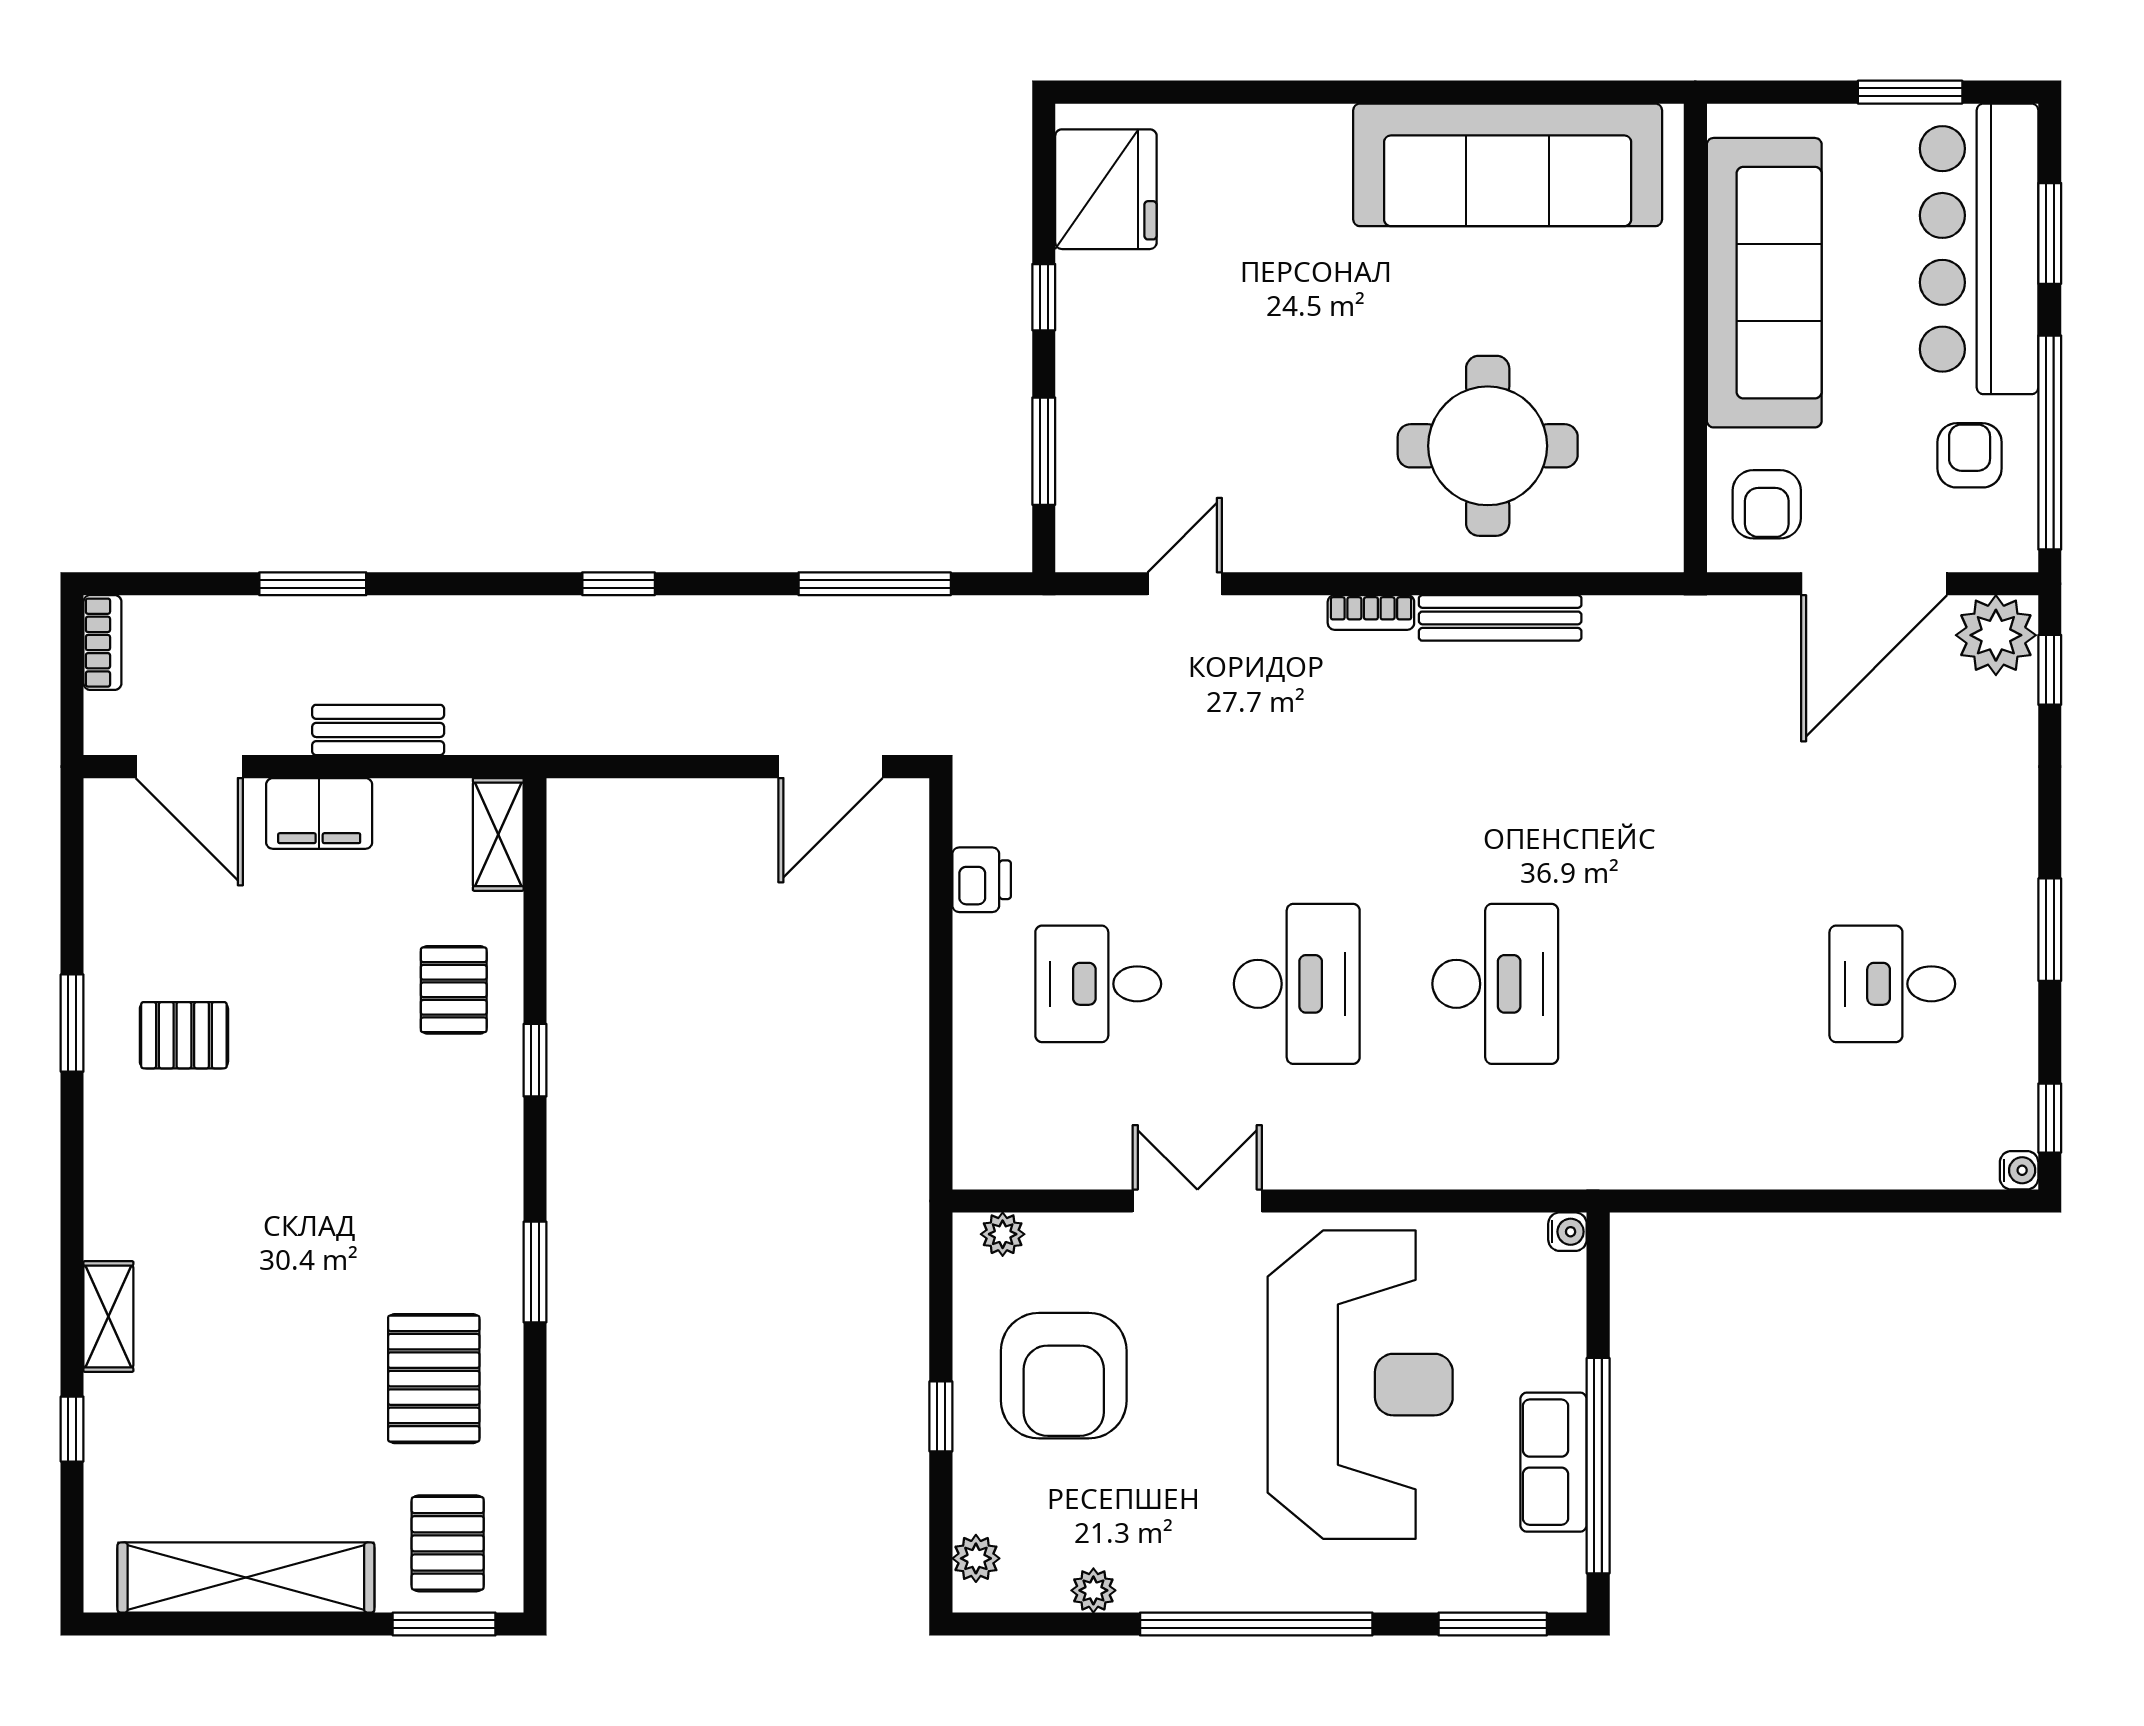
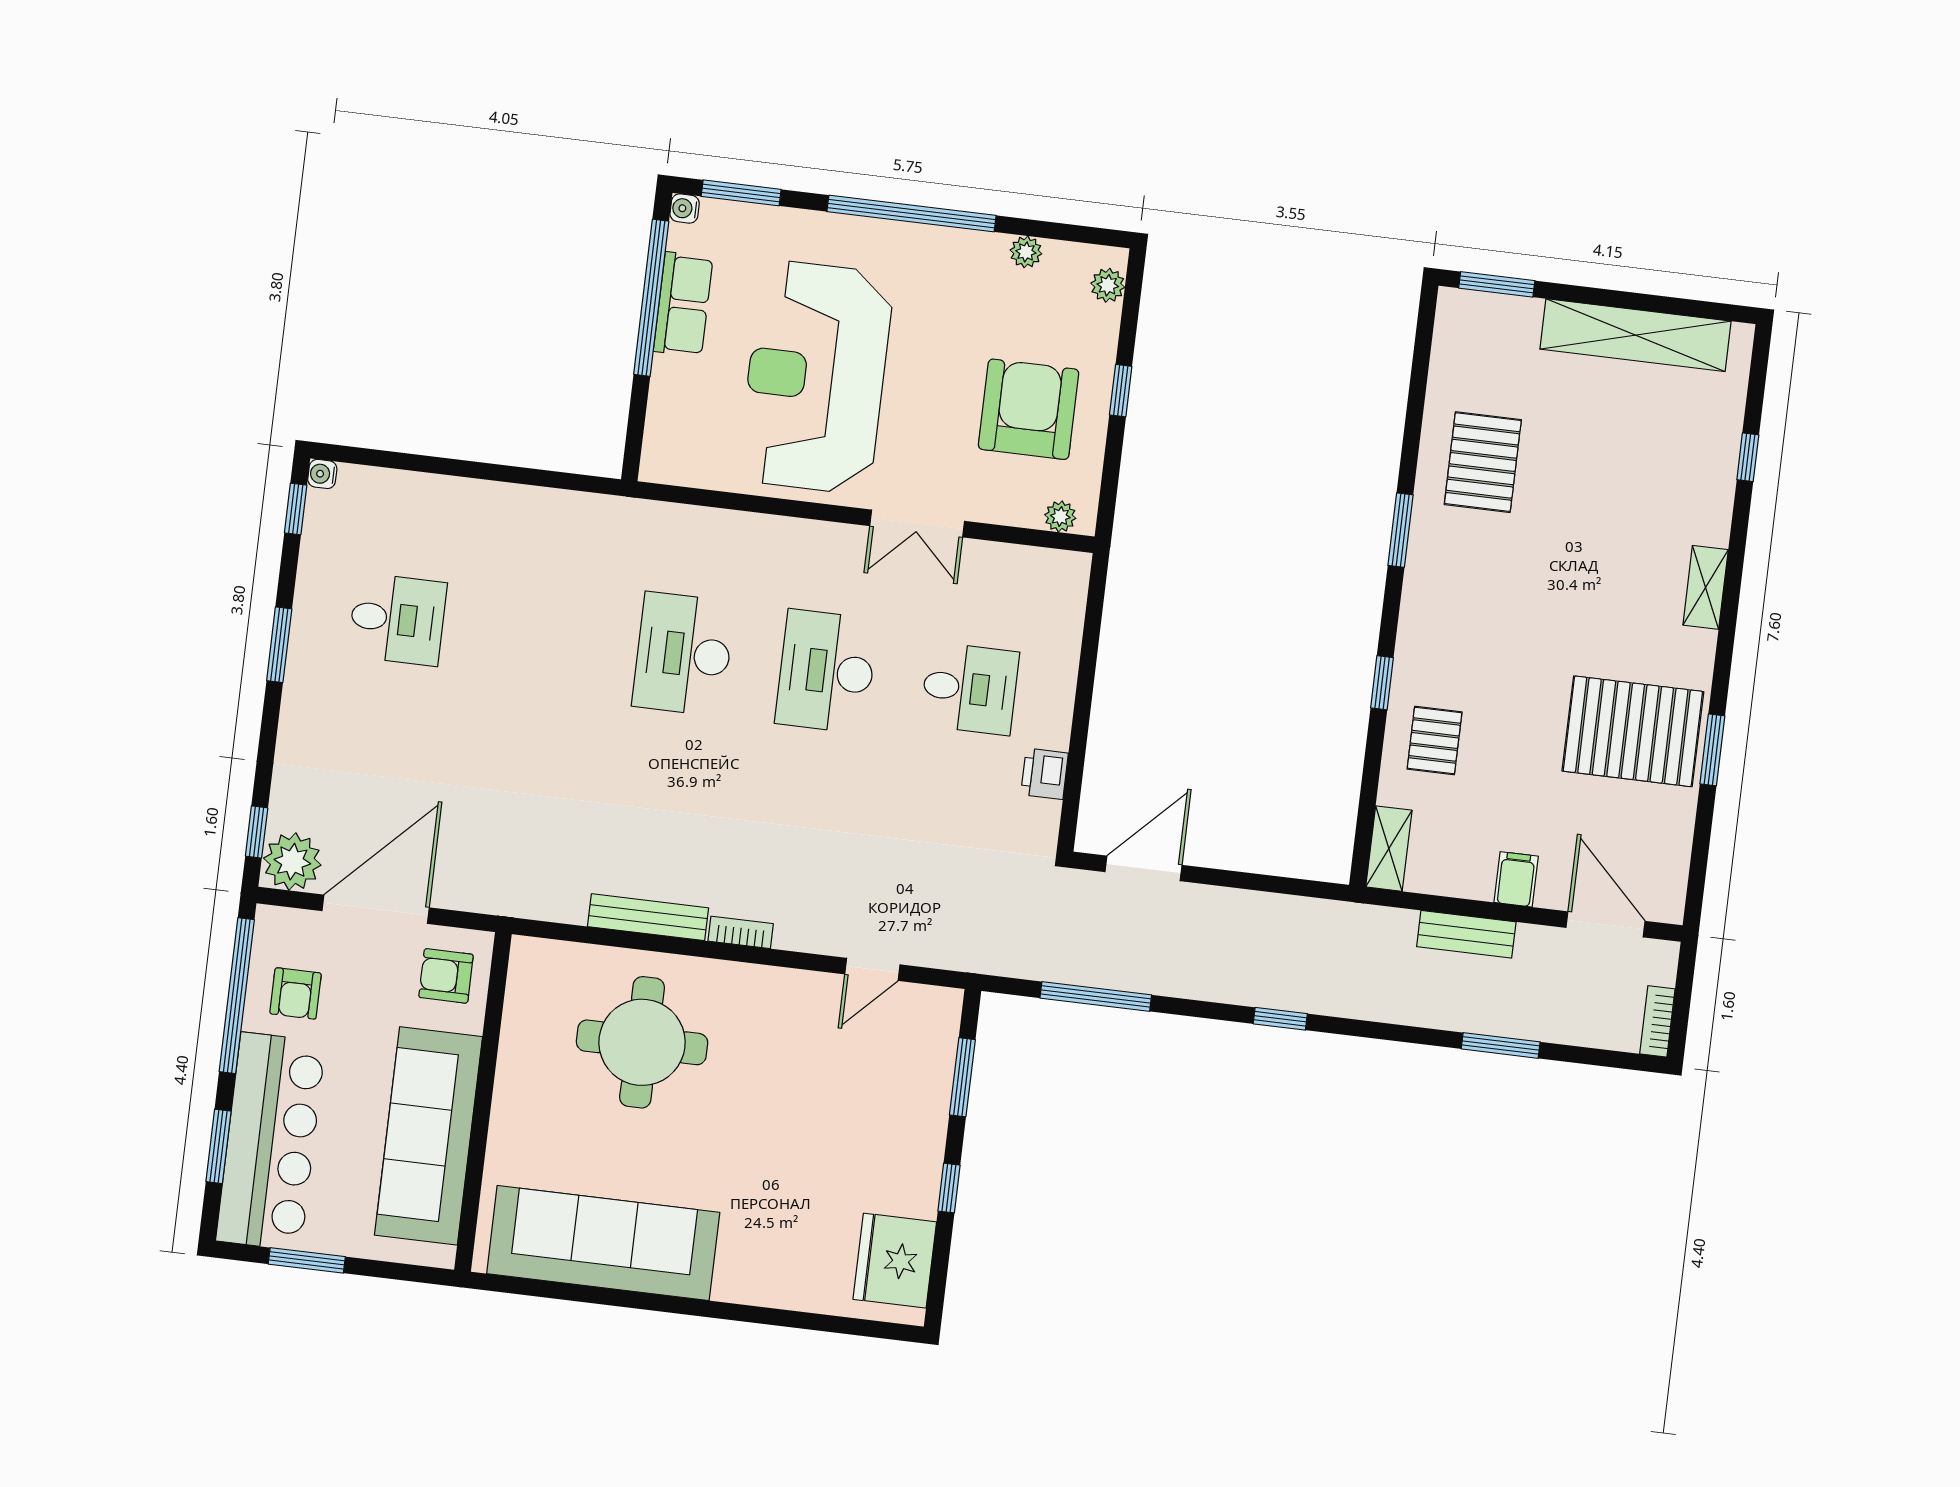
armchair: (1767, 504) -> (446, 976), turned -90
filing cabinet: (319, 813) -> (1516, 879), width x0.50
pallet: (184, 1035) -> (1633, 731), width x2.05, depth x2.00
water cooler: (1567, 1232) -> (685, 209), moved
shelving: (108, 1316) -> (1706, 587), moved
pallet: (448, 1543) -> (1487, 342), removed

